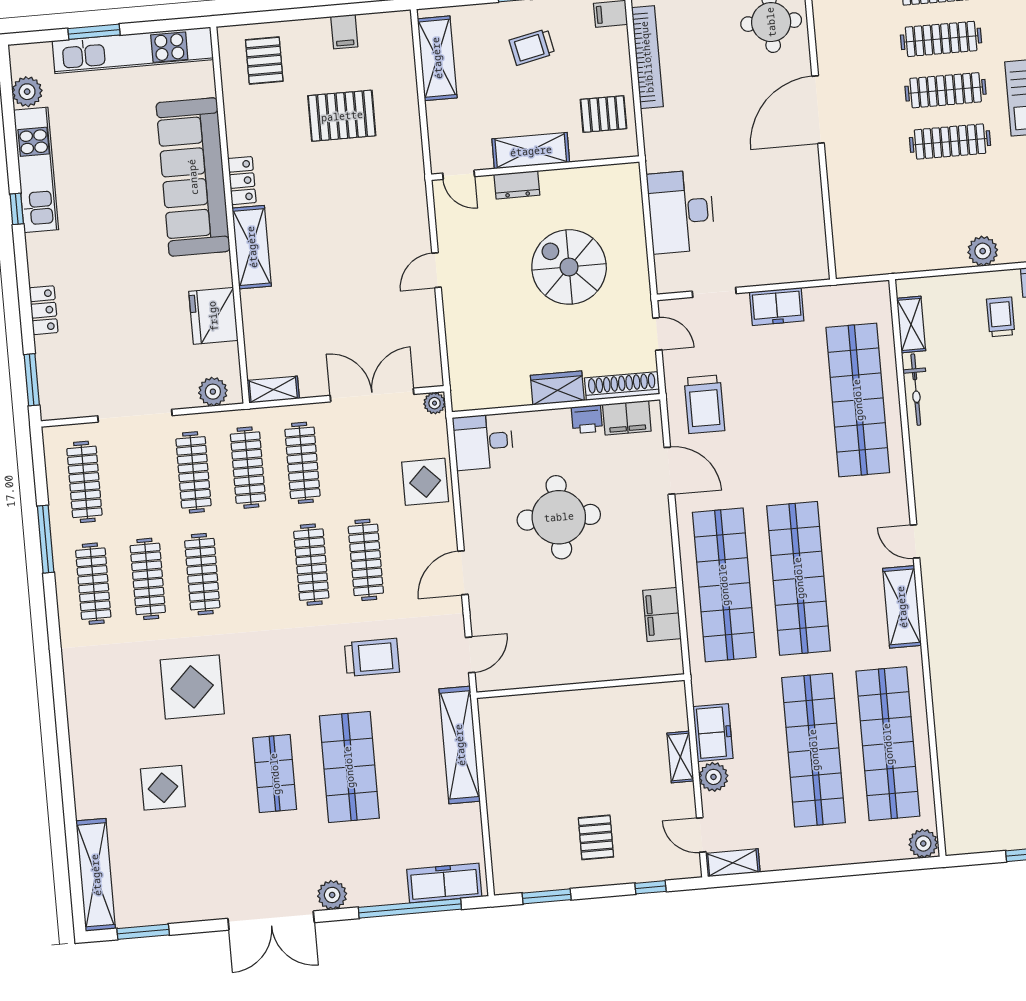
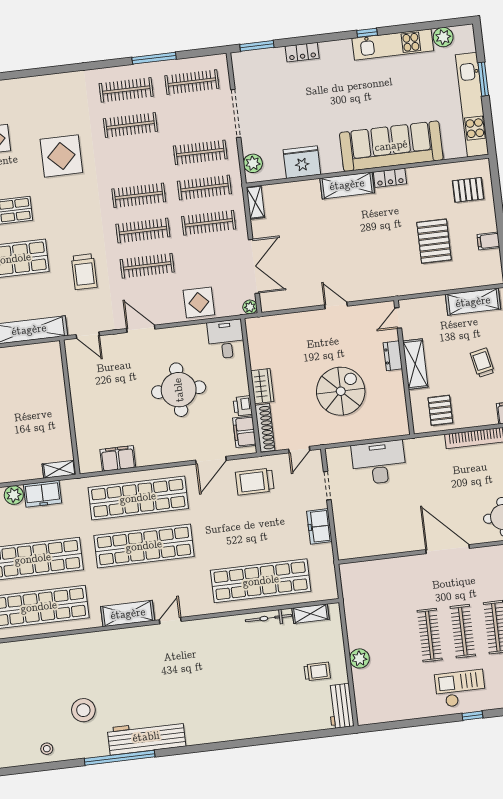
clothes rail: (202, 574) -> (139, 195), moved
shelving: (680, 757) -> (59, 469), moved

